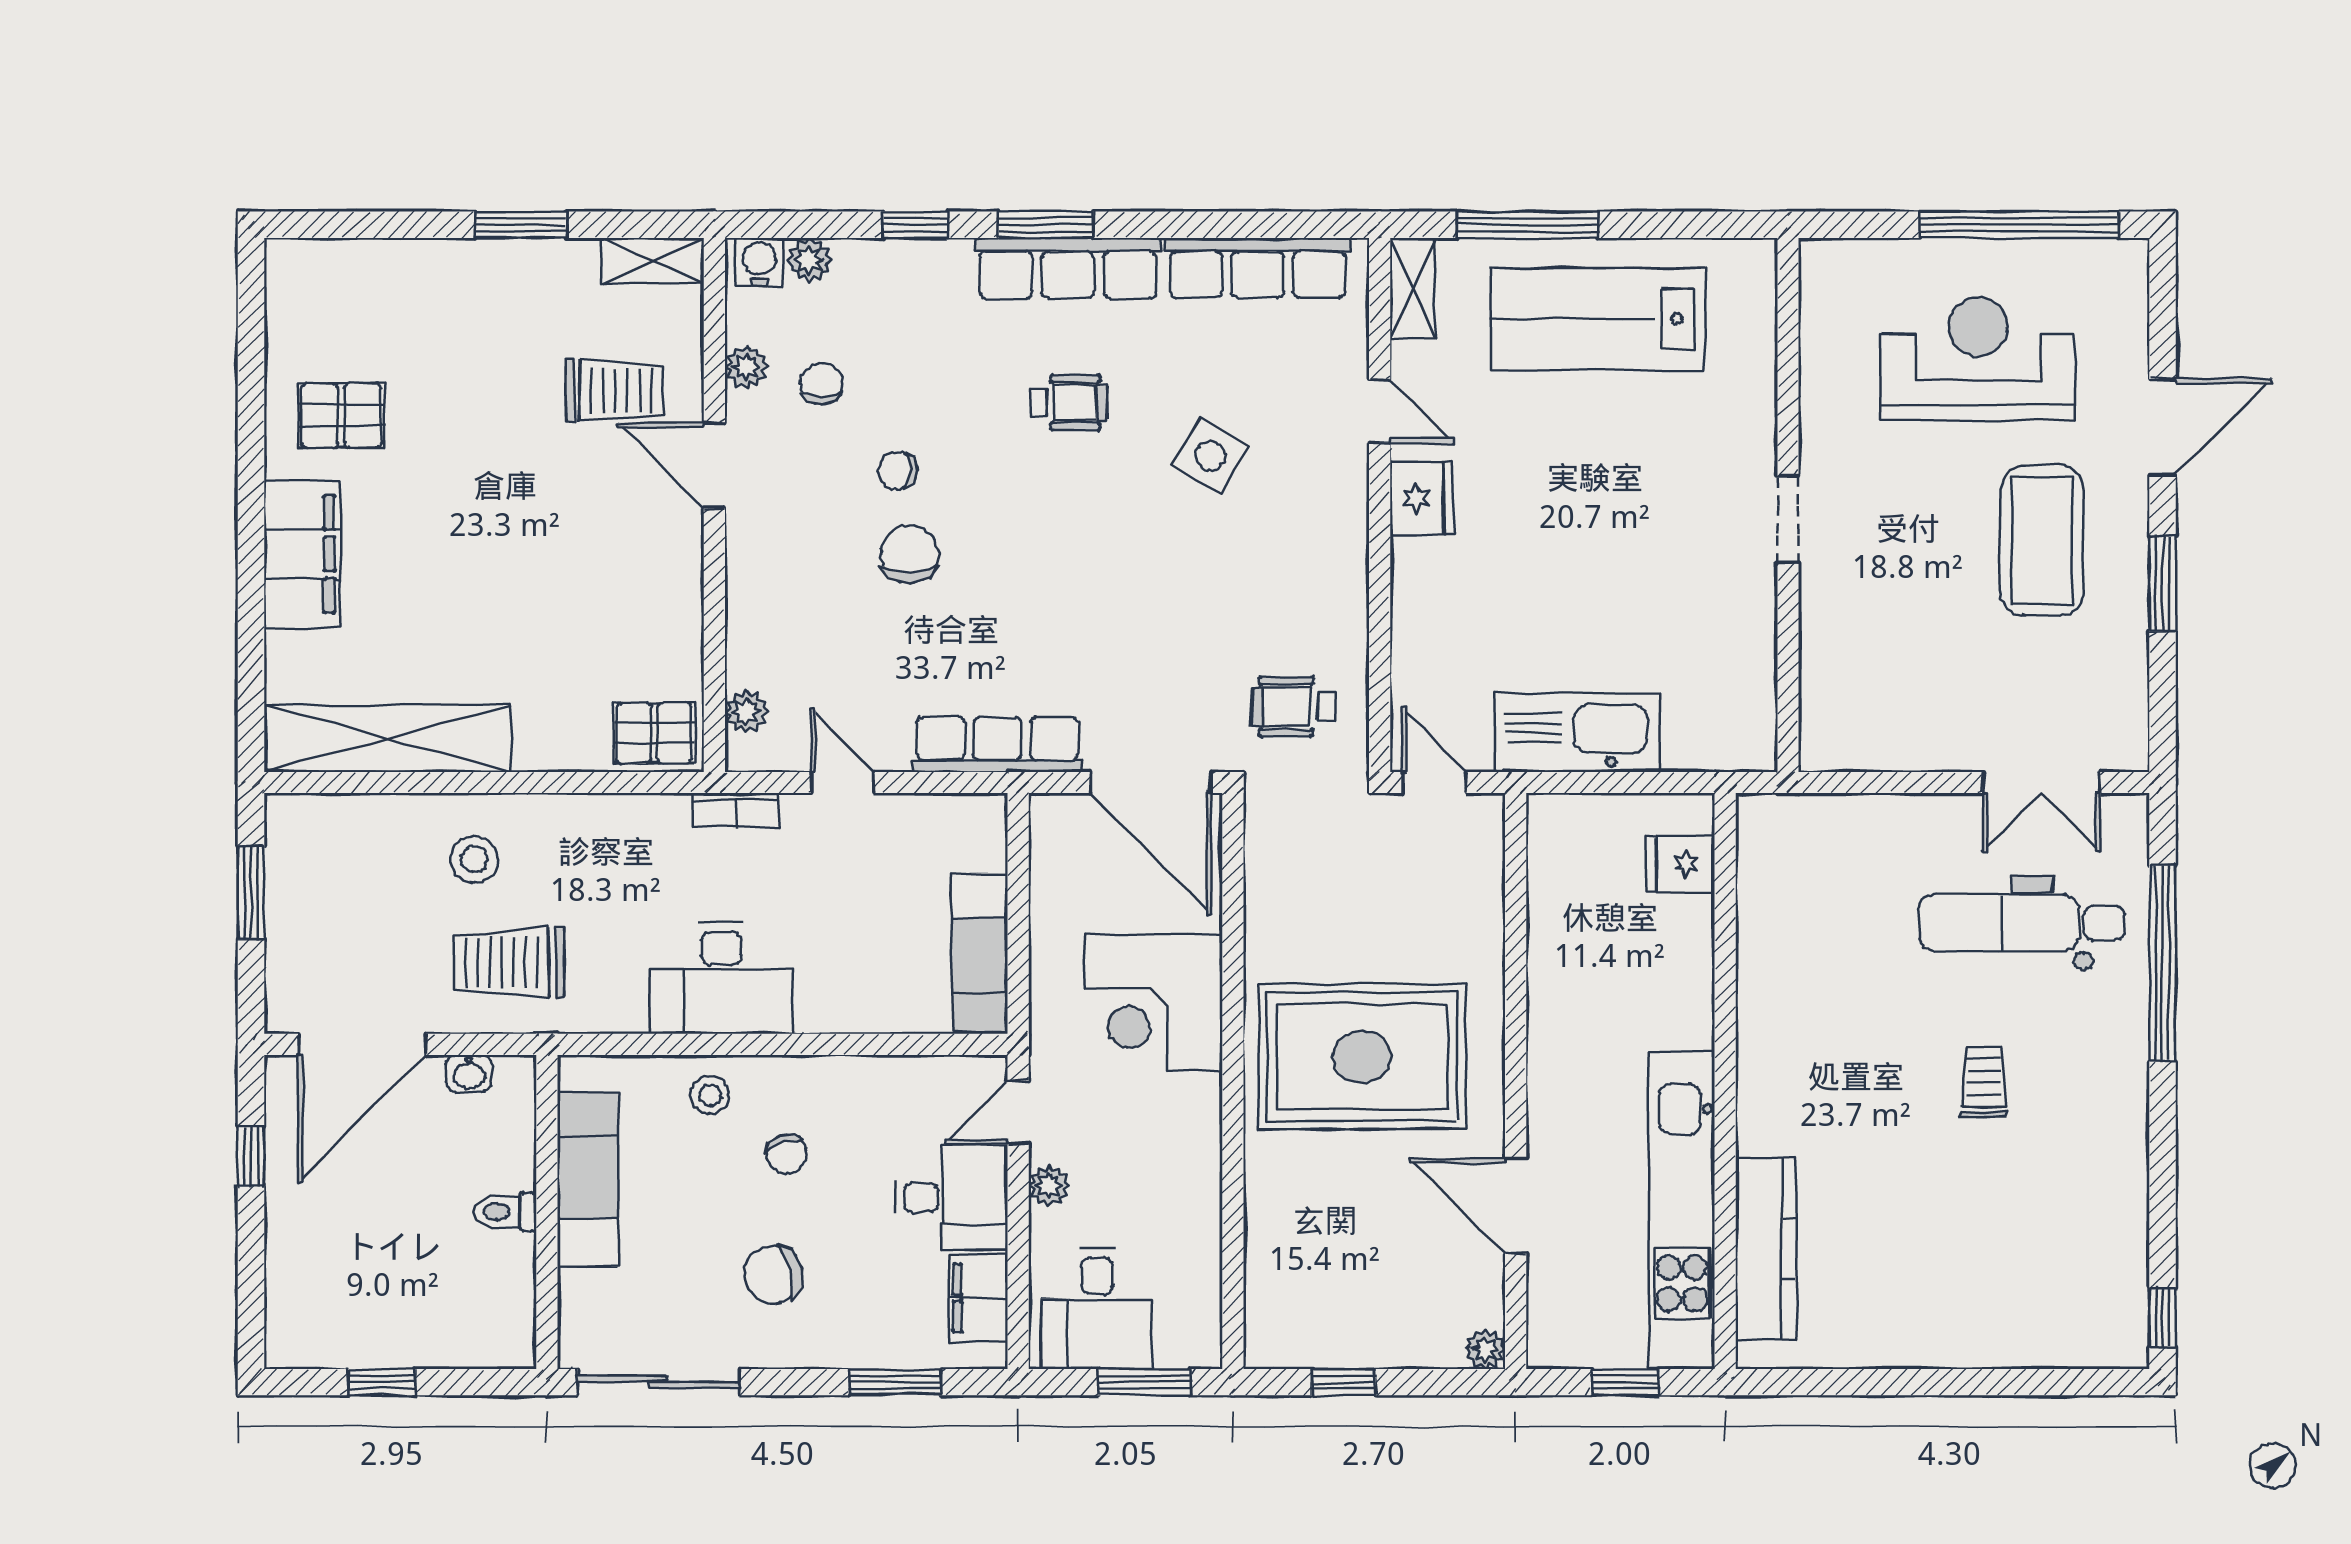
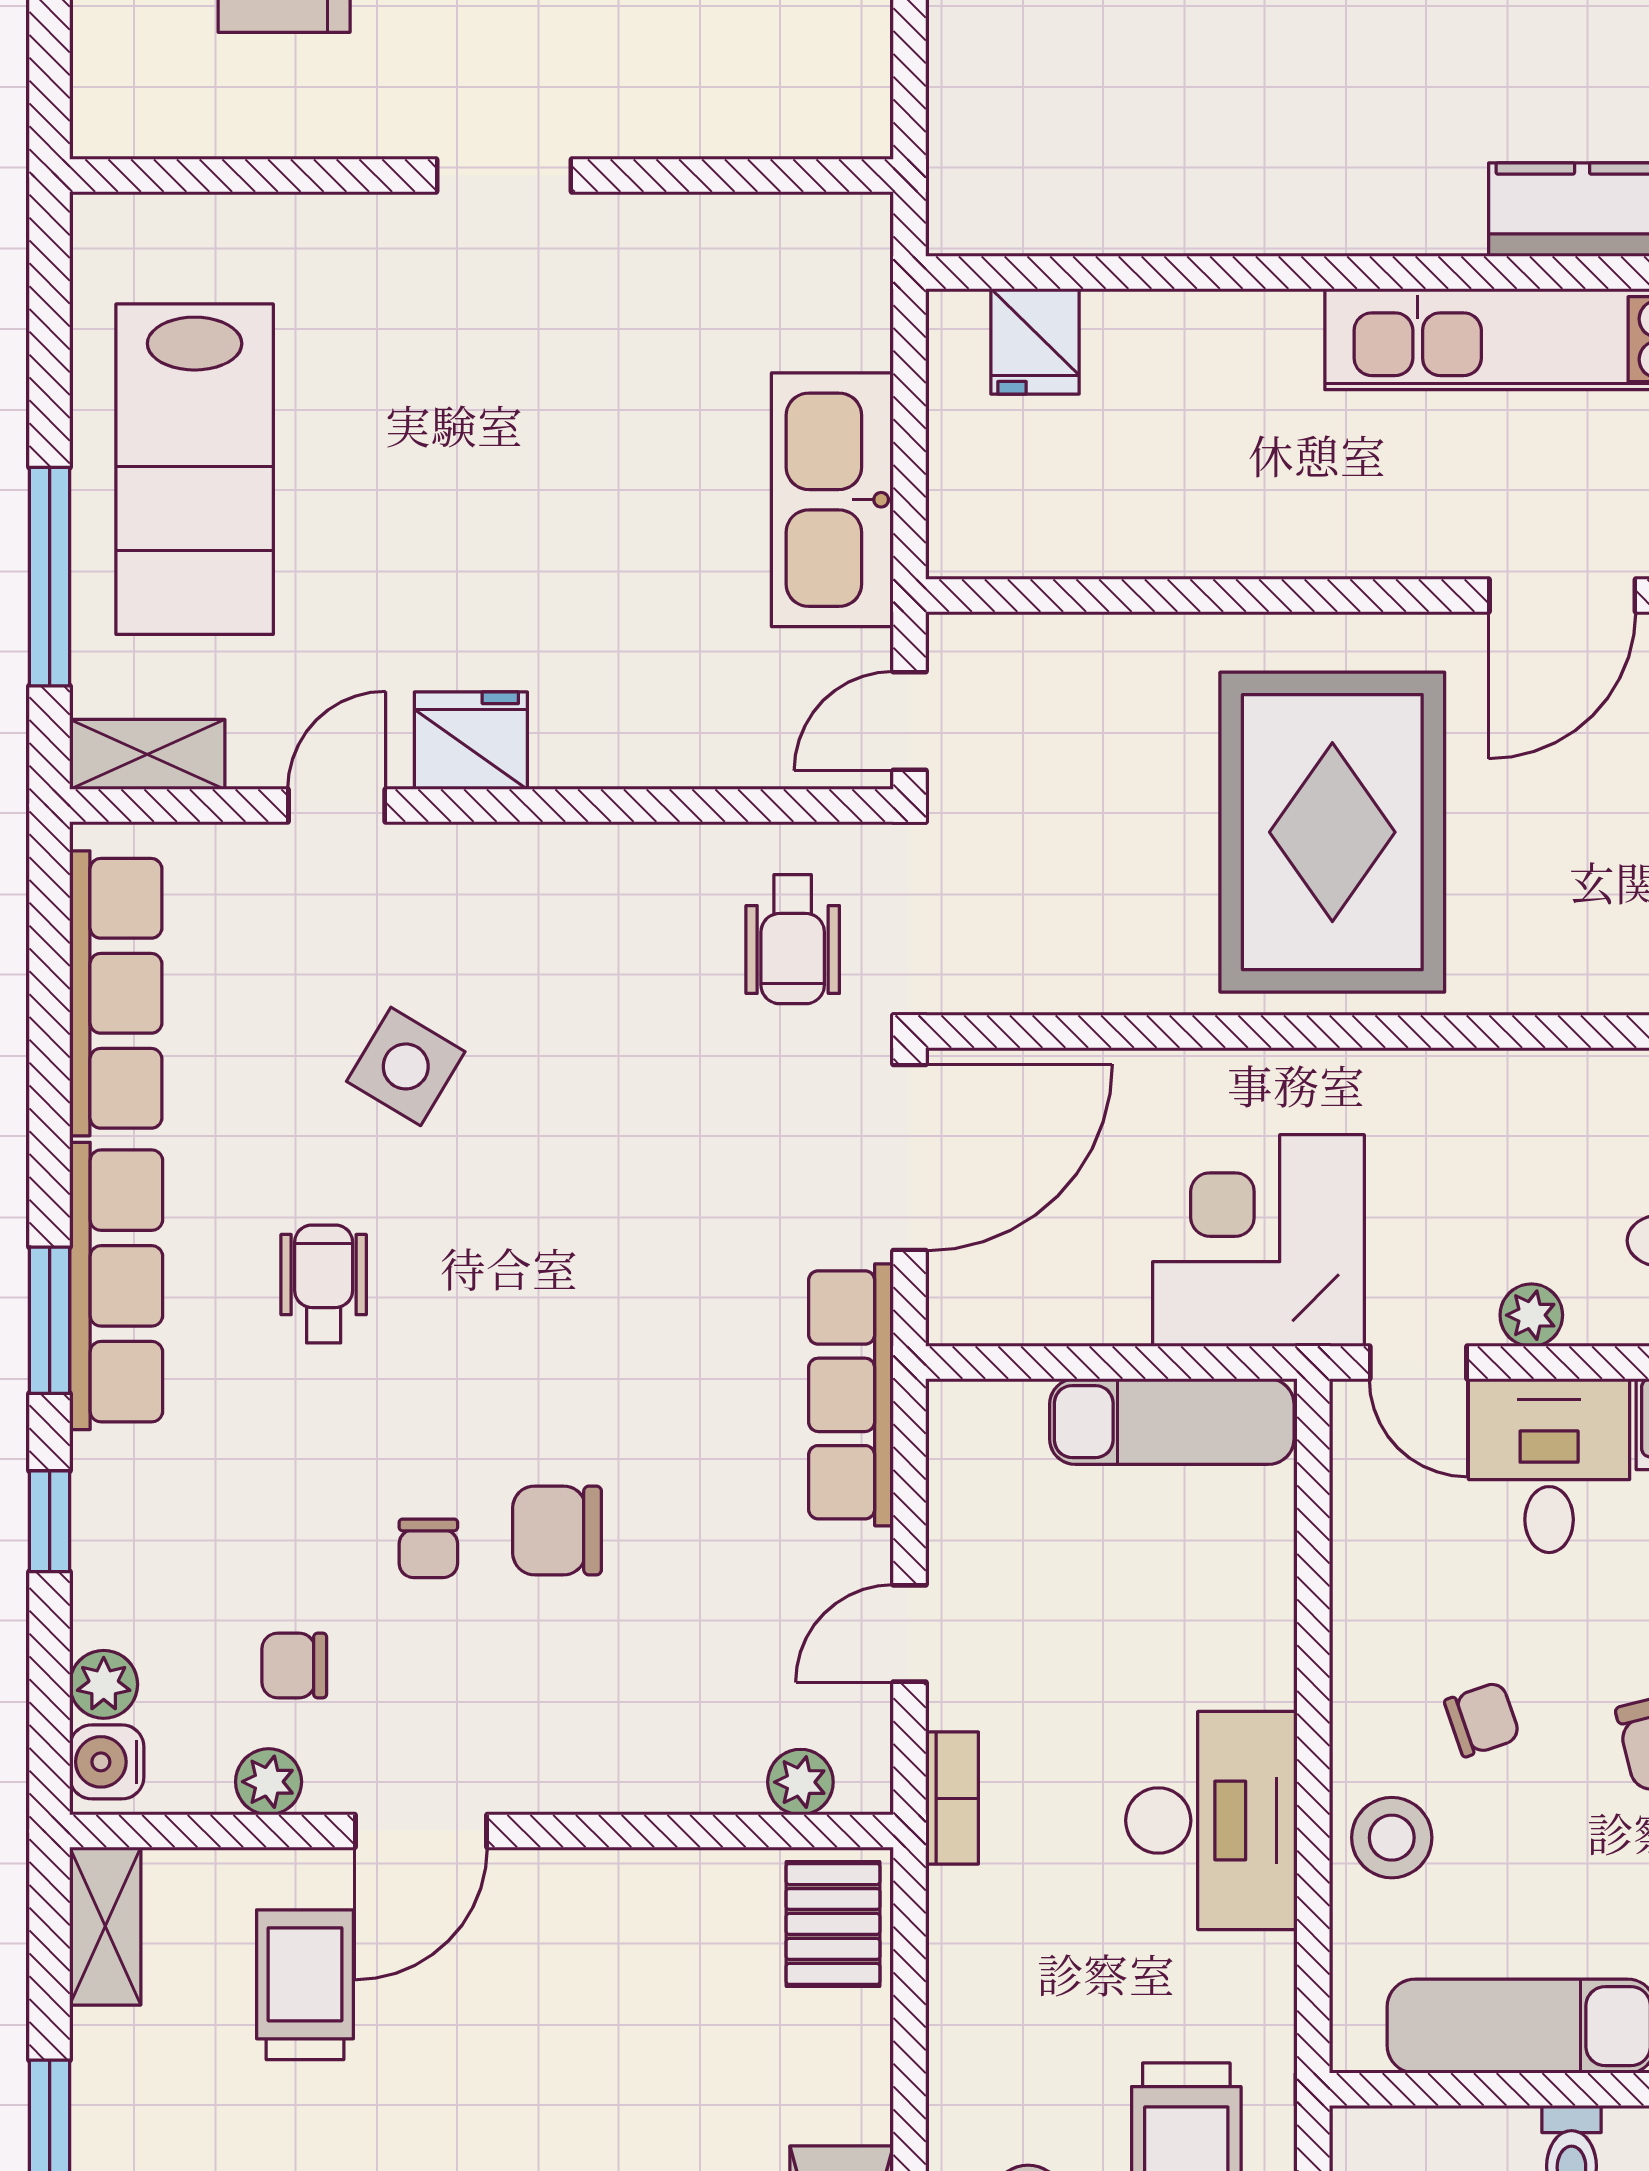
corner desk: (1154, 1002) -> (1258, 1241), moved, turned 180
stool: (710, 1095) -> (1392, 1838), width x1.37, depth x1.37

